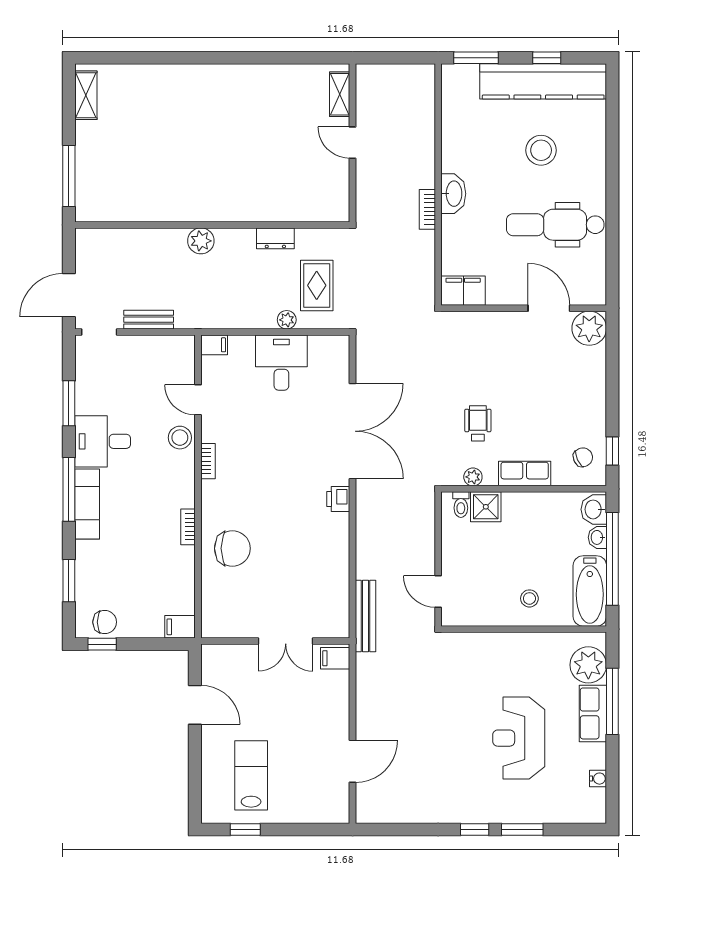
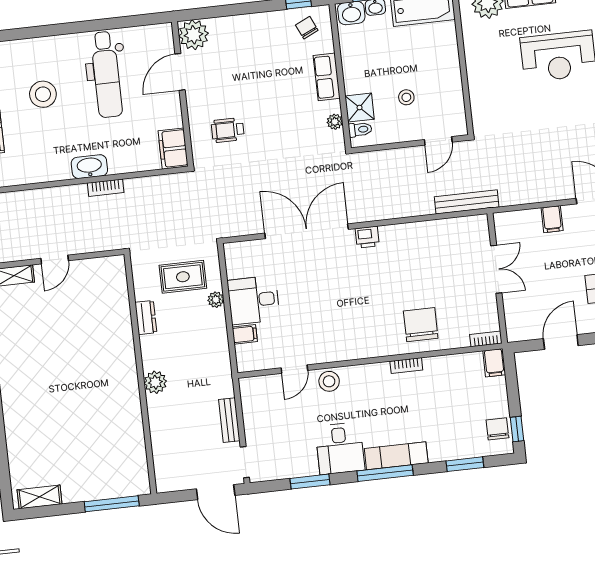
filing cabinet: (214, 345) -> (245, 334), moved, turned 90
wheelchair: (478, 423) -> (228, 130), moved
bookcase: (208, 461) -> (486, 339), moved
stool: (529, 598) -> (406, 97), moved
filing cabinet: (335, 658) -> (552, 219), moved

